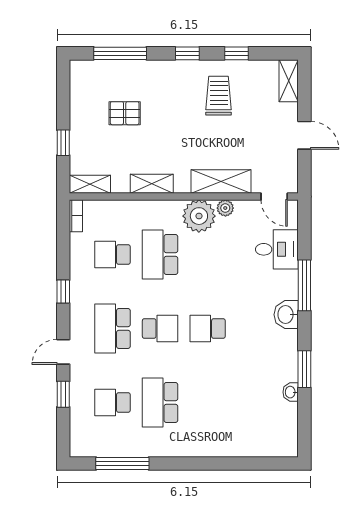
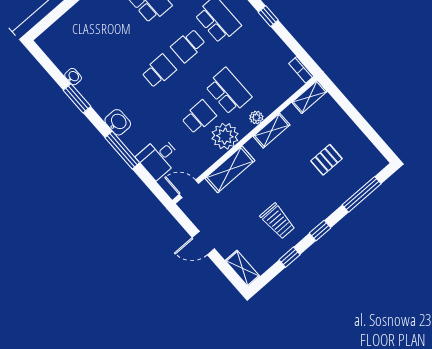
window: (63, 143) -> (349, 108), removed
plant: (225, 208) -> (256, 118), moved
school desk: (113, 254) -> (199, 117), moved

